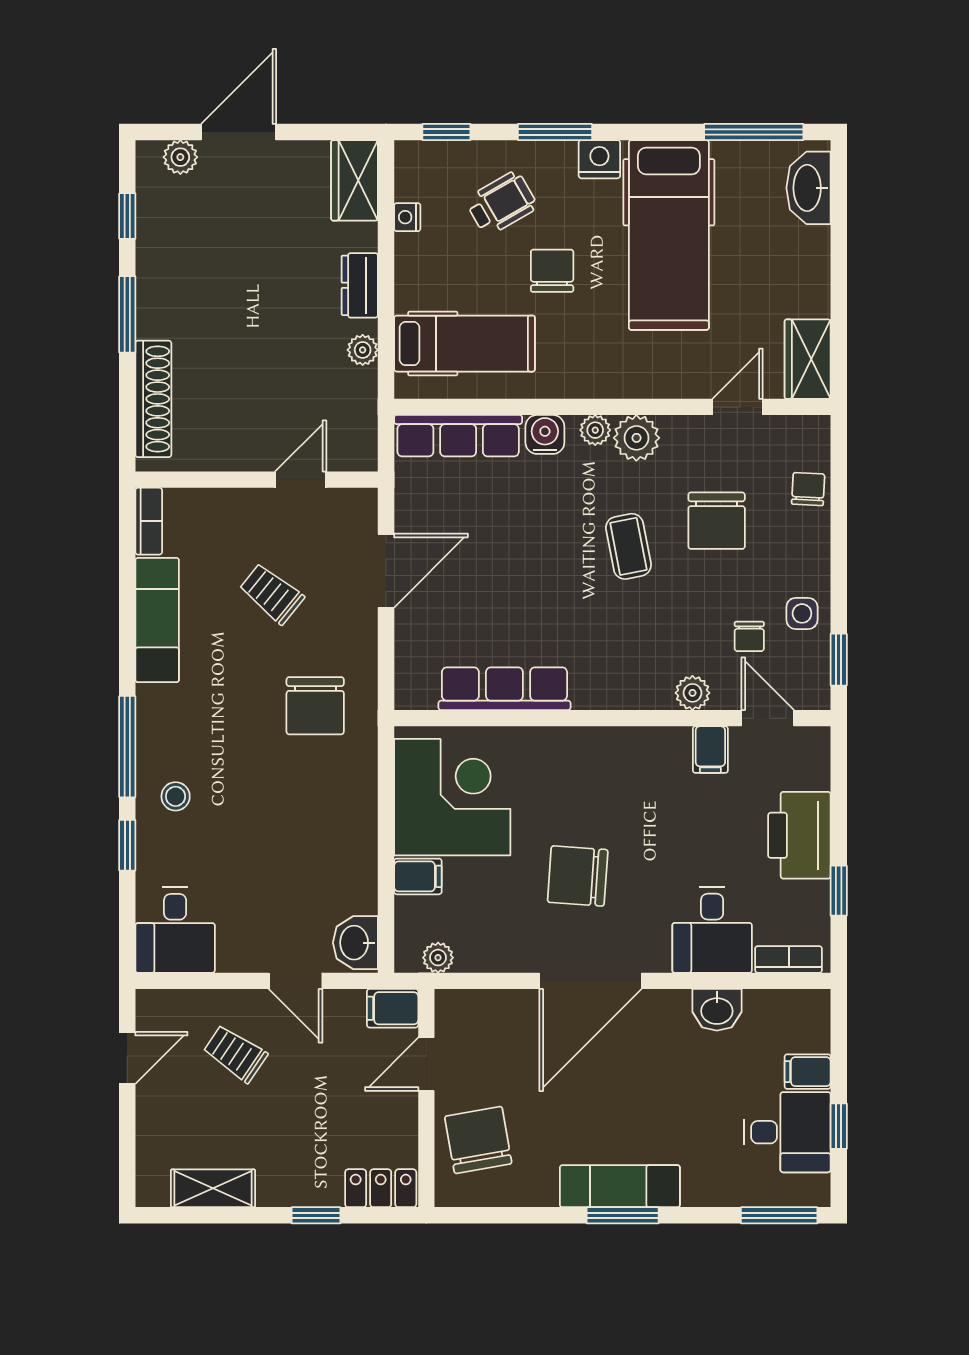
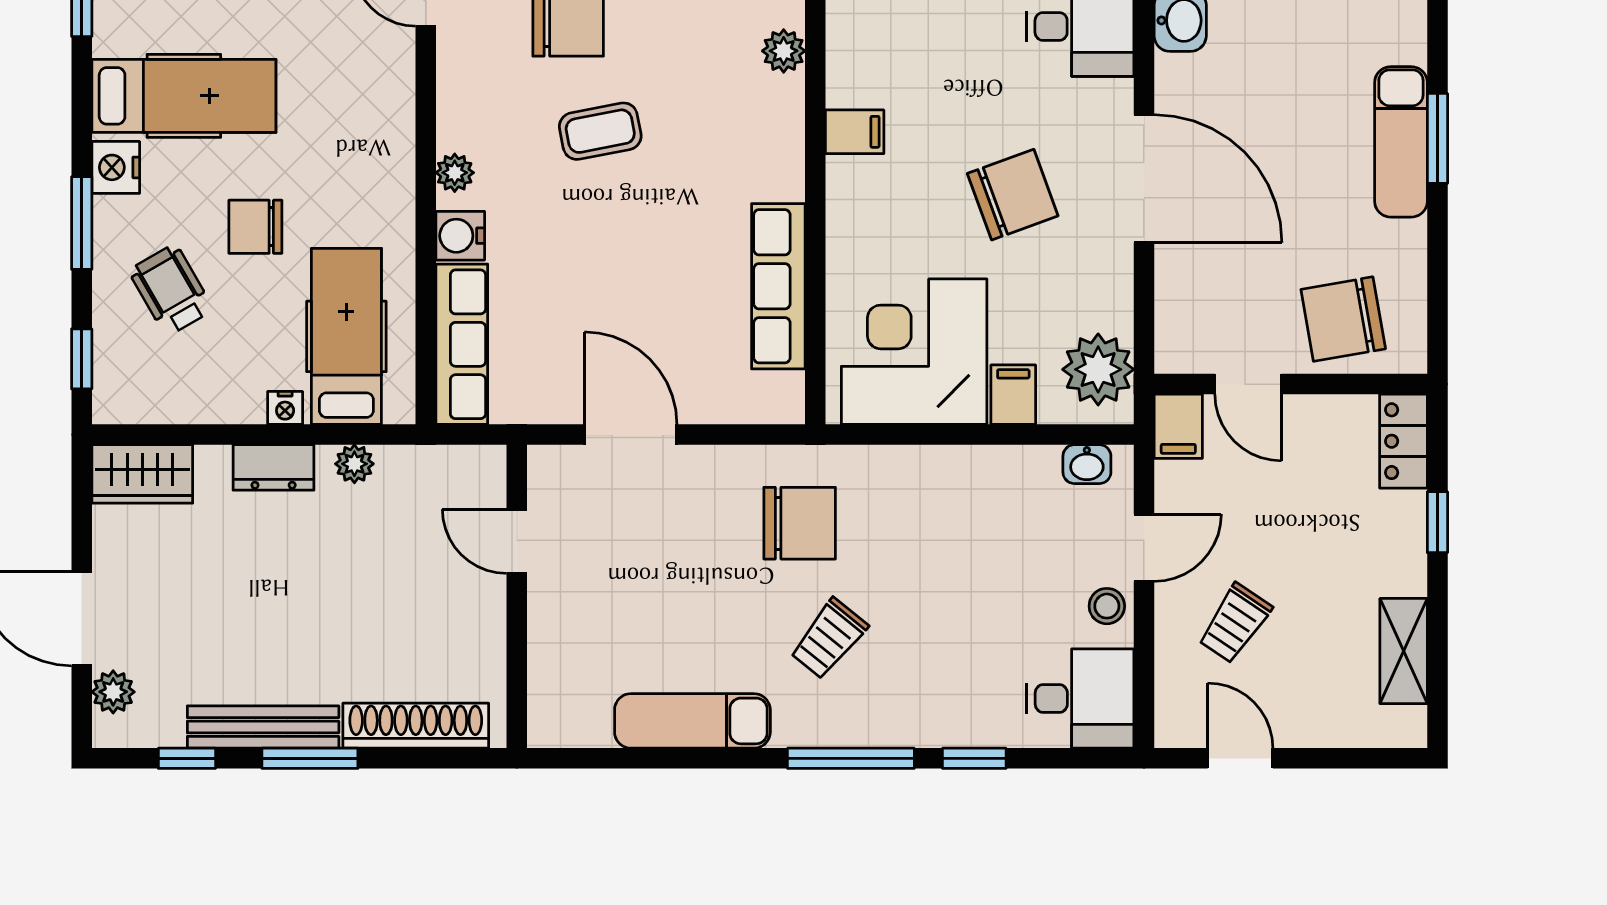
nightstand: (407, 217) -> (285, 408), moved
hospital bed: (669, 235) -> (184, 96), width x0.73, depth x0.78
bench: (152, 277) -> (263, 727), added
plant: (636, 438) -> (464, 121), removed
bookcase: (149, 521) -> (569, 732), removed
trolley: (272, 594) -> (829, 639), moved
filing cabinet: (710, 750) -> (855, 132), moved
stool: (176, 796) -> (1107, 606), moved
chair: (578, 876) -> (1013, 195), turned -114
washbasin: (355, 943) -> (1087, 464), width x0.72, depth x0.69
plant: (438, 958) -> (1098, 369), width x1.88, depth x1.88

